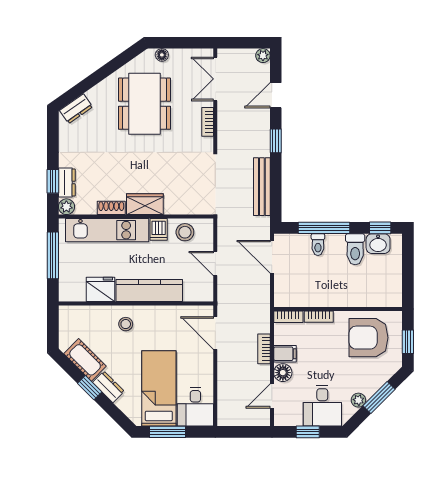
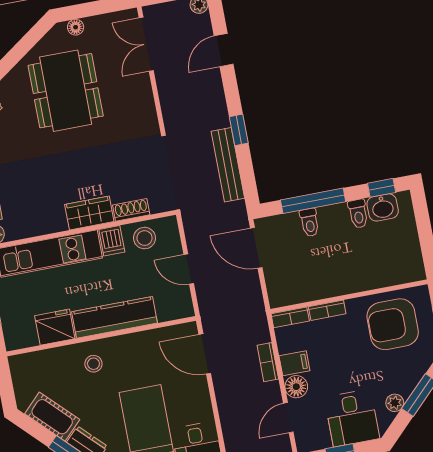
bookcase: (208, 122) -> (147, 98), removed
window: (276, 141) -> (239, 130), moved
shoe rack: (111, 208) -> (131, 210), moved
toilet: (355, 249) -> (358, 214), width x0.73, depth x0.72

